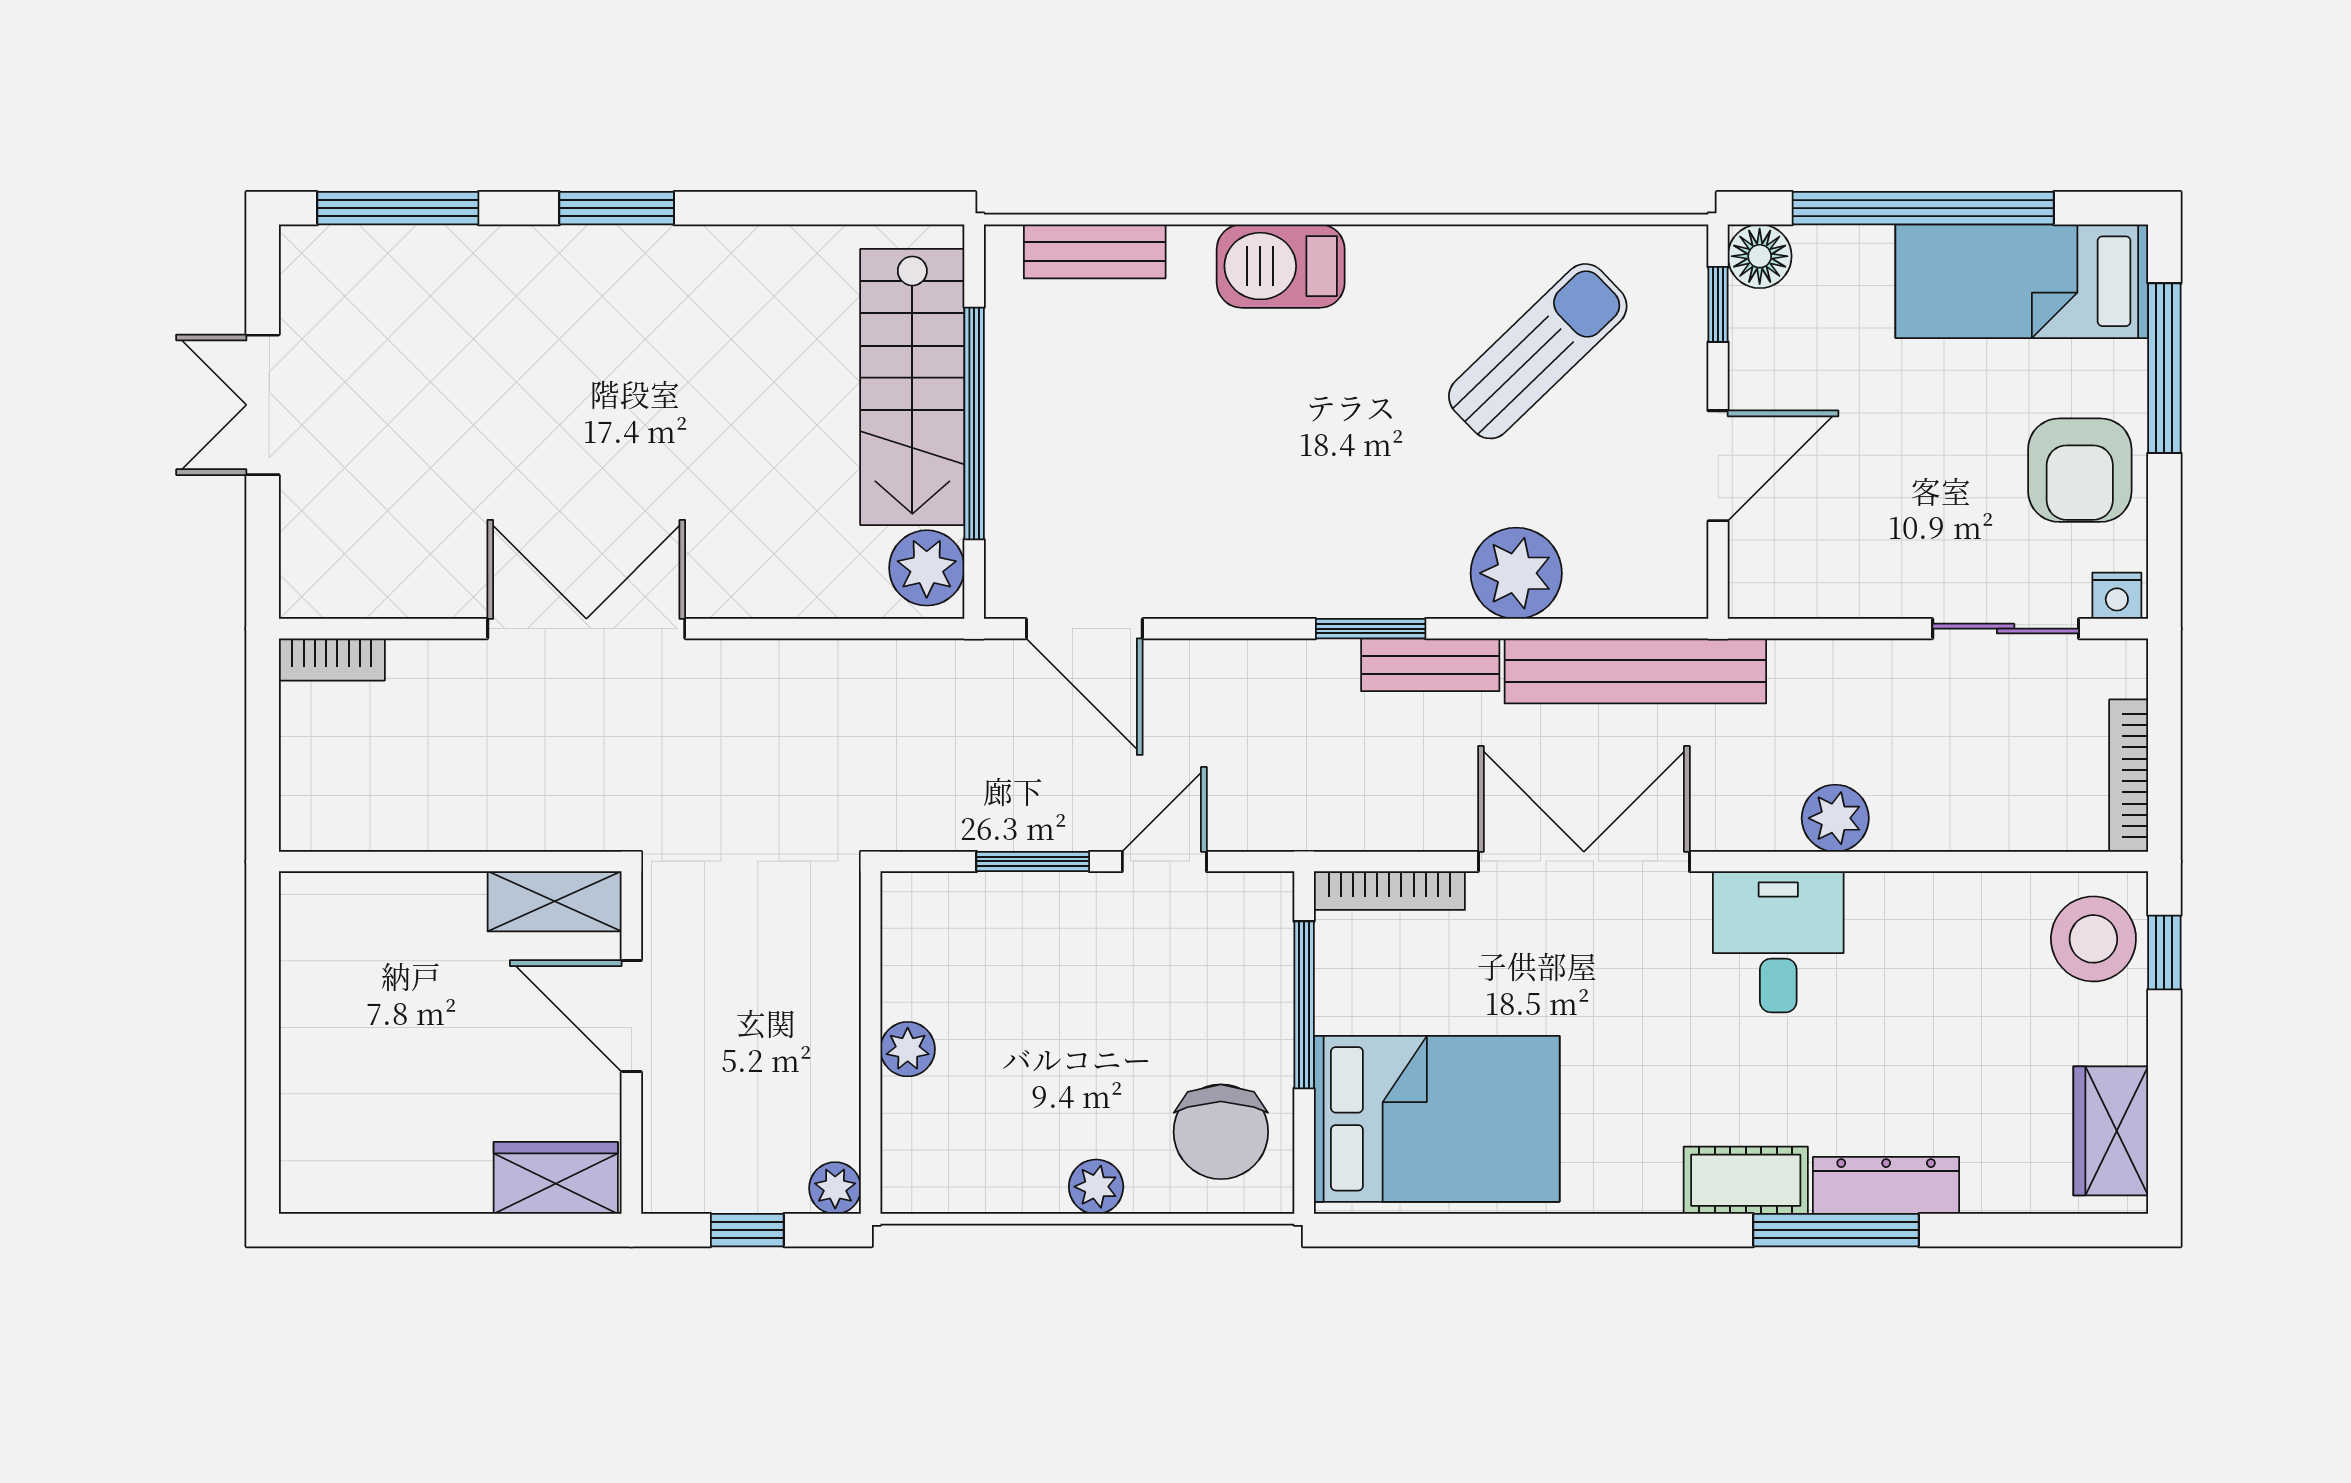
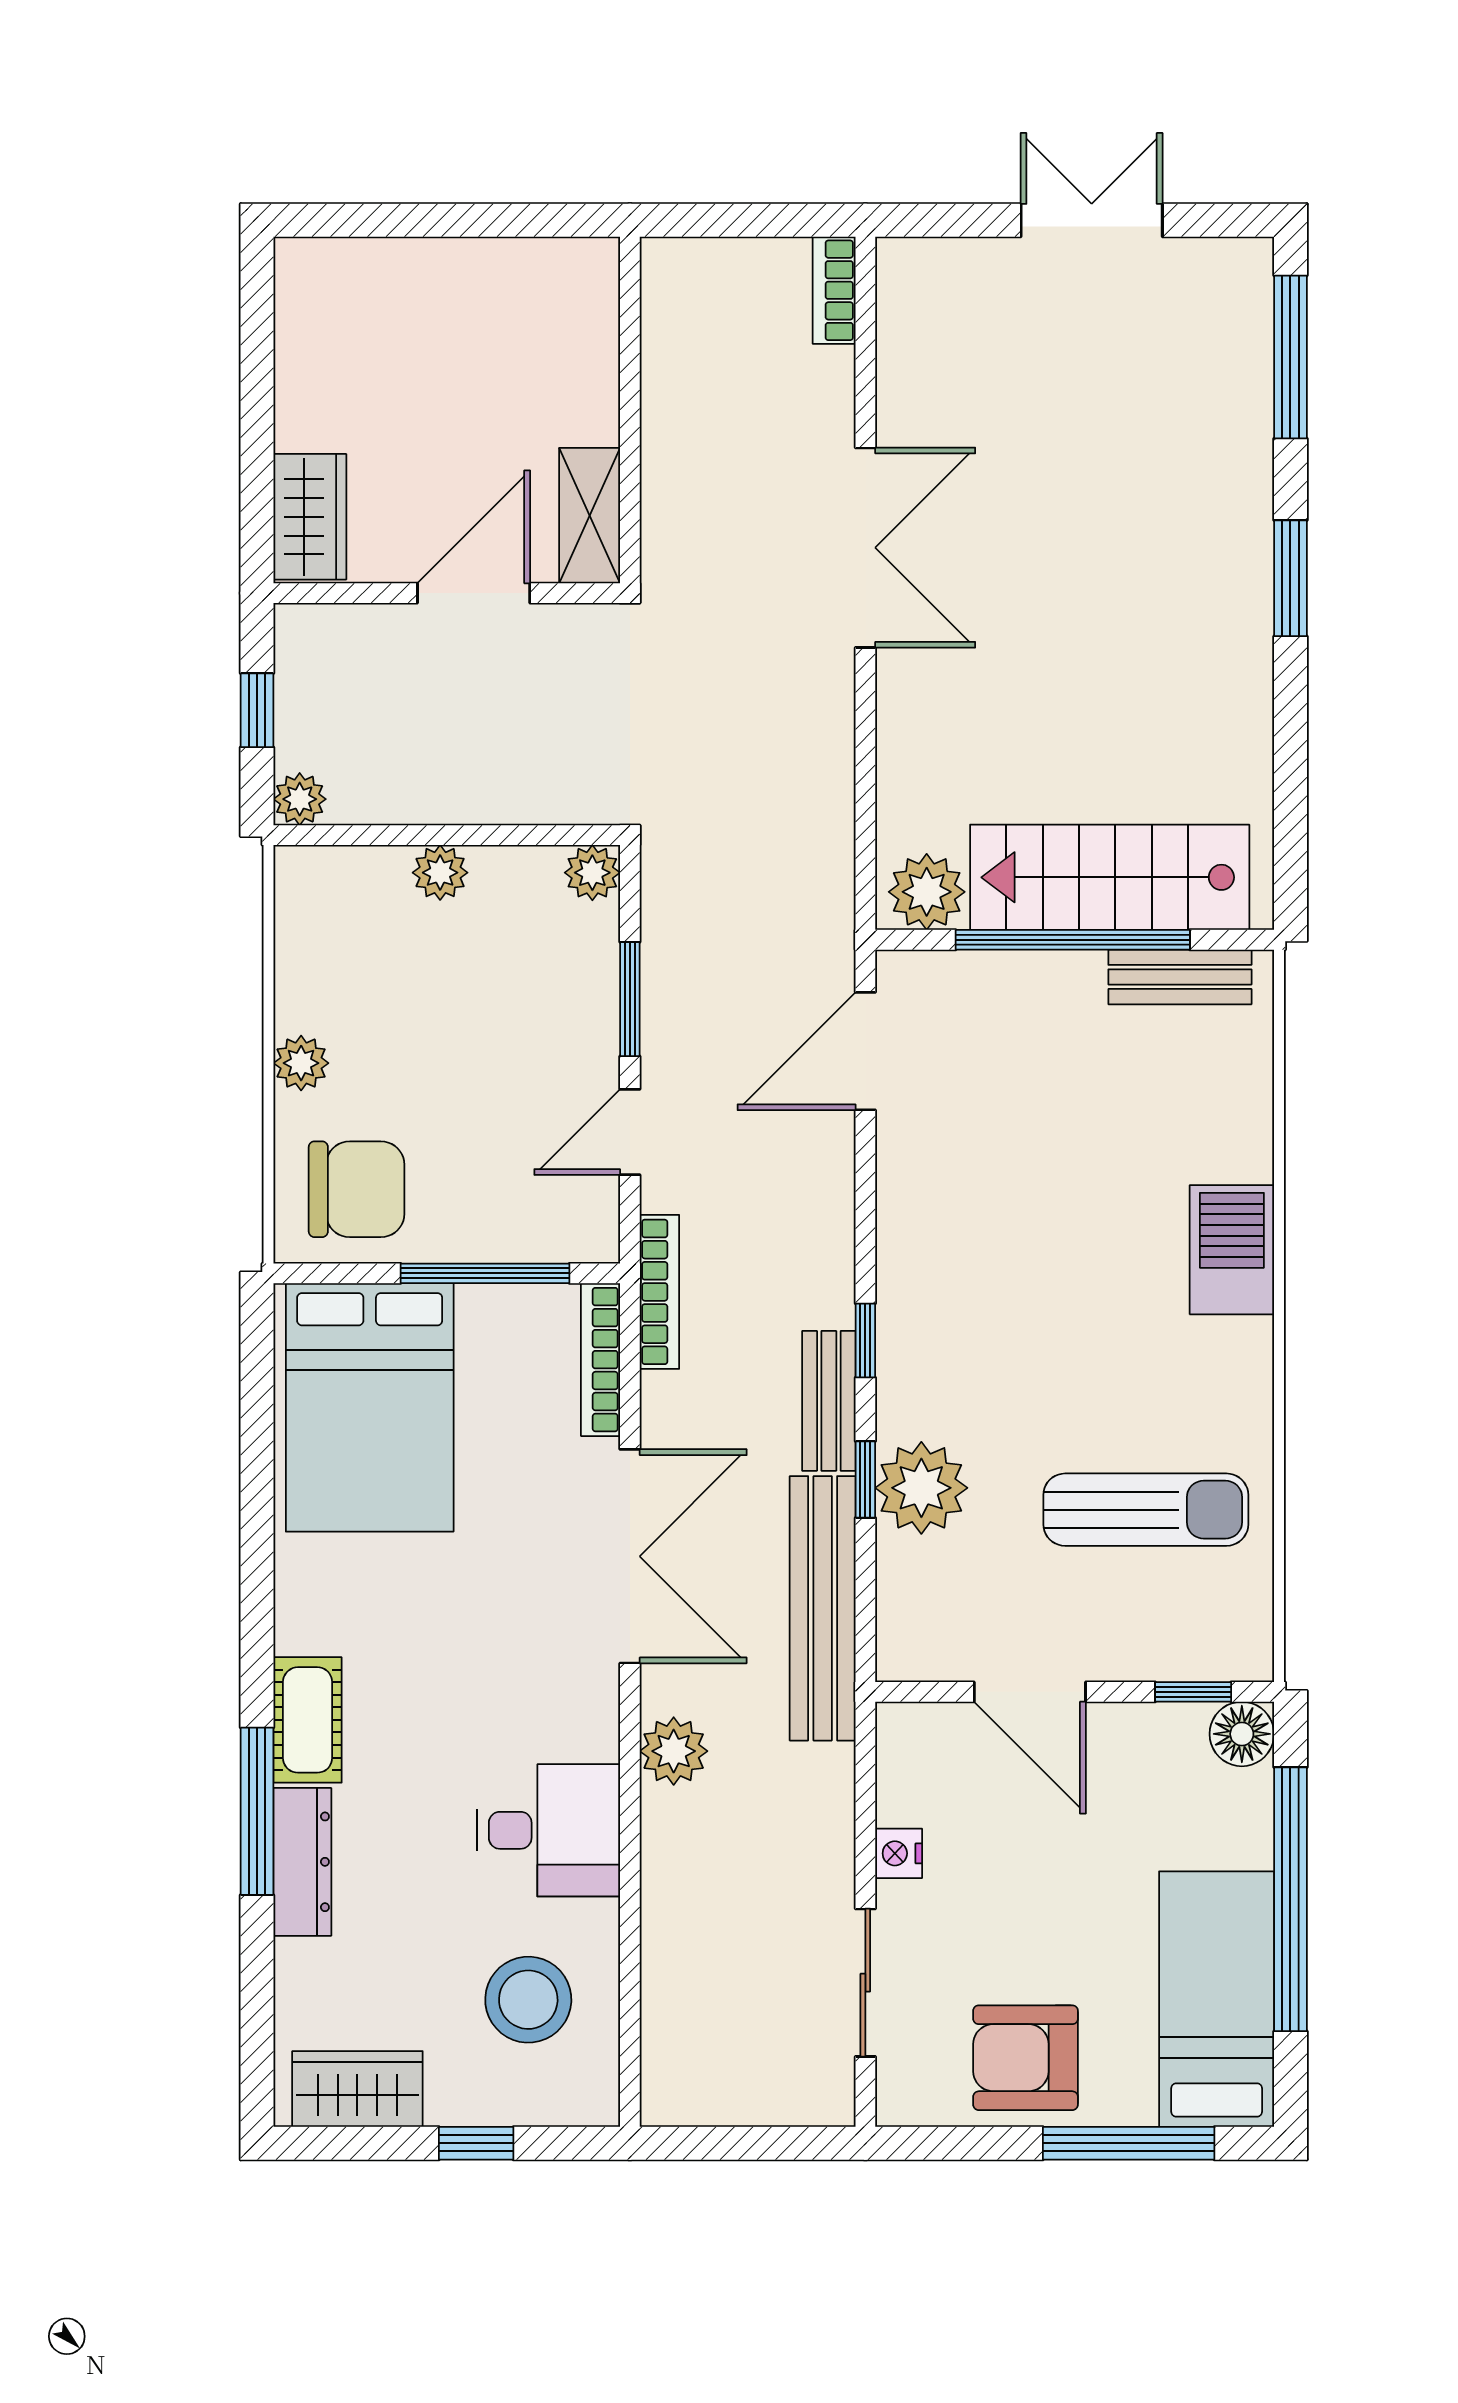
bench: (1095, 251) -> (1180, 977), moved, turned 90
sun lounger: (1538, 351) -> (1146, 1510), turned -46
nightstand: (2117, 596) -> (899, 1853), moved
window: (1371, 629) -> (865, 1341), width x0.67
window: (1508, 629) -> (865, 1479), added
bookcase: (2129, 776) -> (659, 1292), moved, turned 90
plant: (1835, 818) -> (674, 1751), moved
door: (1164, 861) -> (630, 1132), swing flipped
plant: (908, 899) -> (592, 873), added
stool: (2093, 939) -> (528, 2000), moved
desk: (1778, 942) -> (549, 1830), moved
window: (2164, 952) -> (476, 2143), moved
chair: (1221, 1132) -> (357, 1189), turned 180

